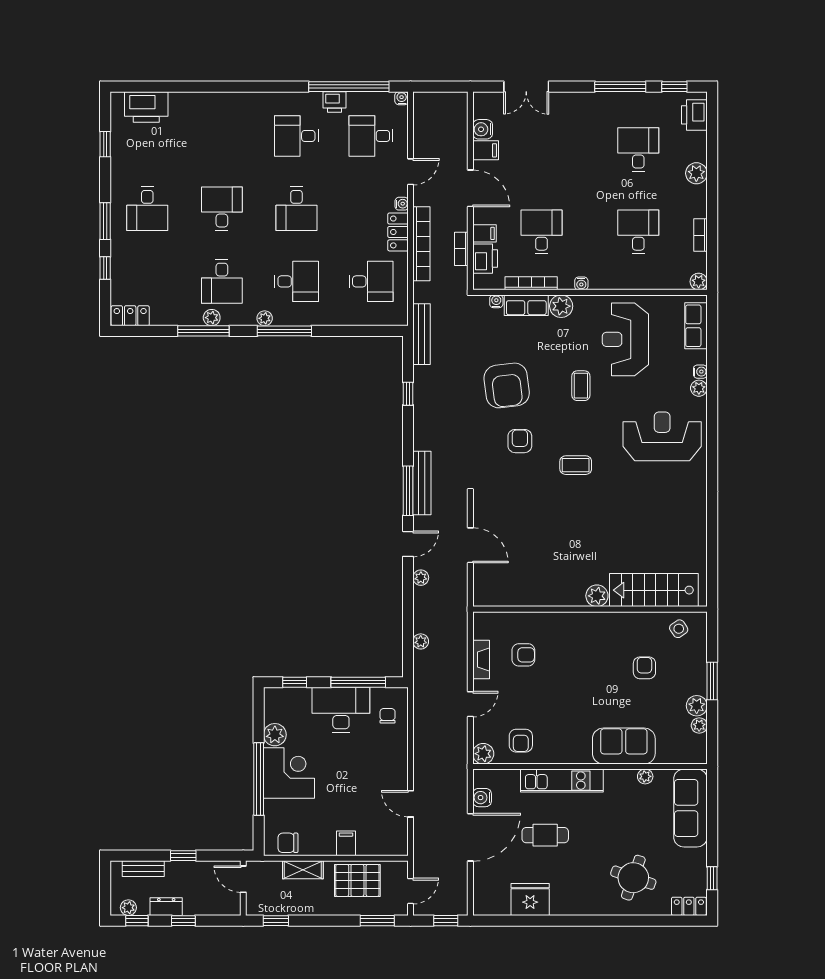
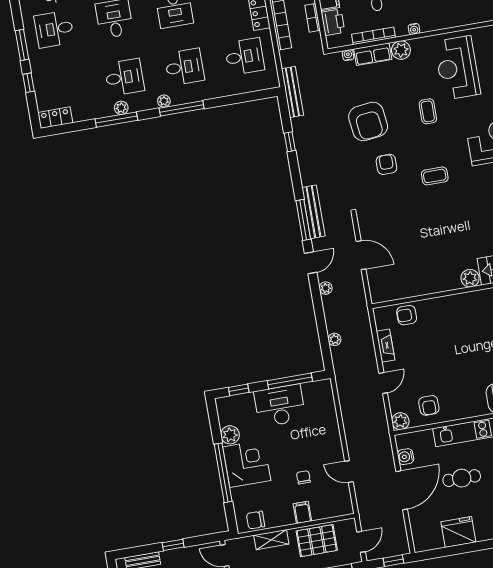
desk: (147, 209) -> (54, 29), turned 90
desk: (222, 281) -> (124, 77), turned -90
armchair: (523, 655) -> (407, 315), moved, turned 180
chair: (388, 716) -> (303, 477), moved

